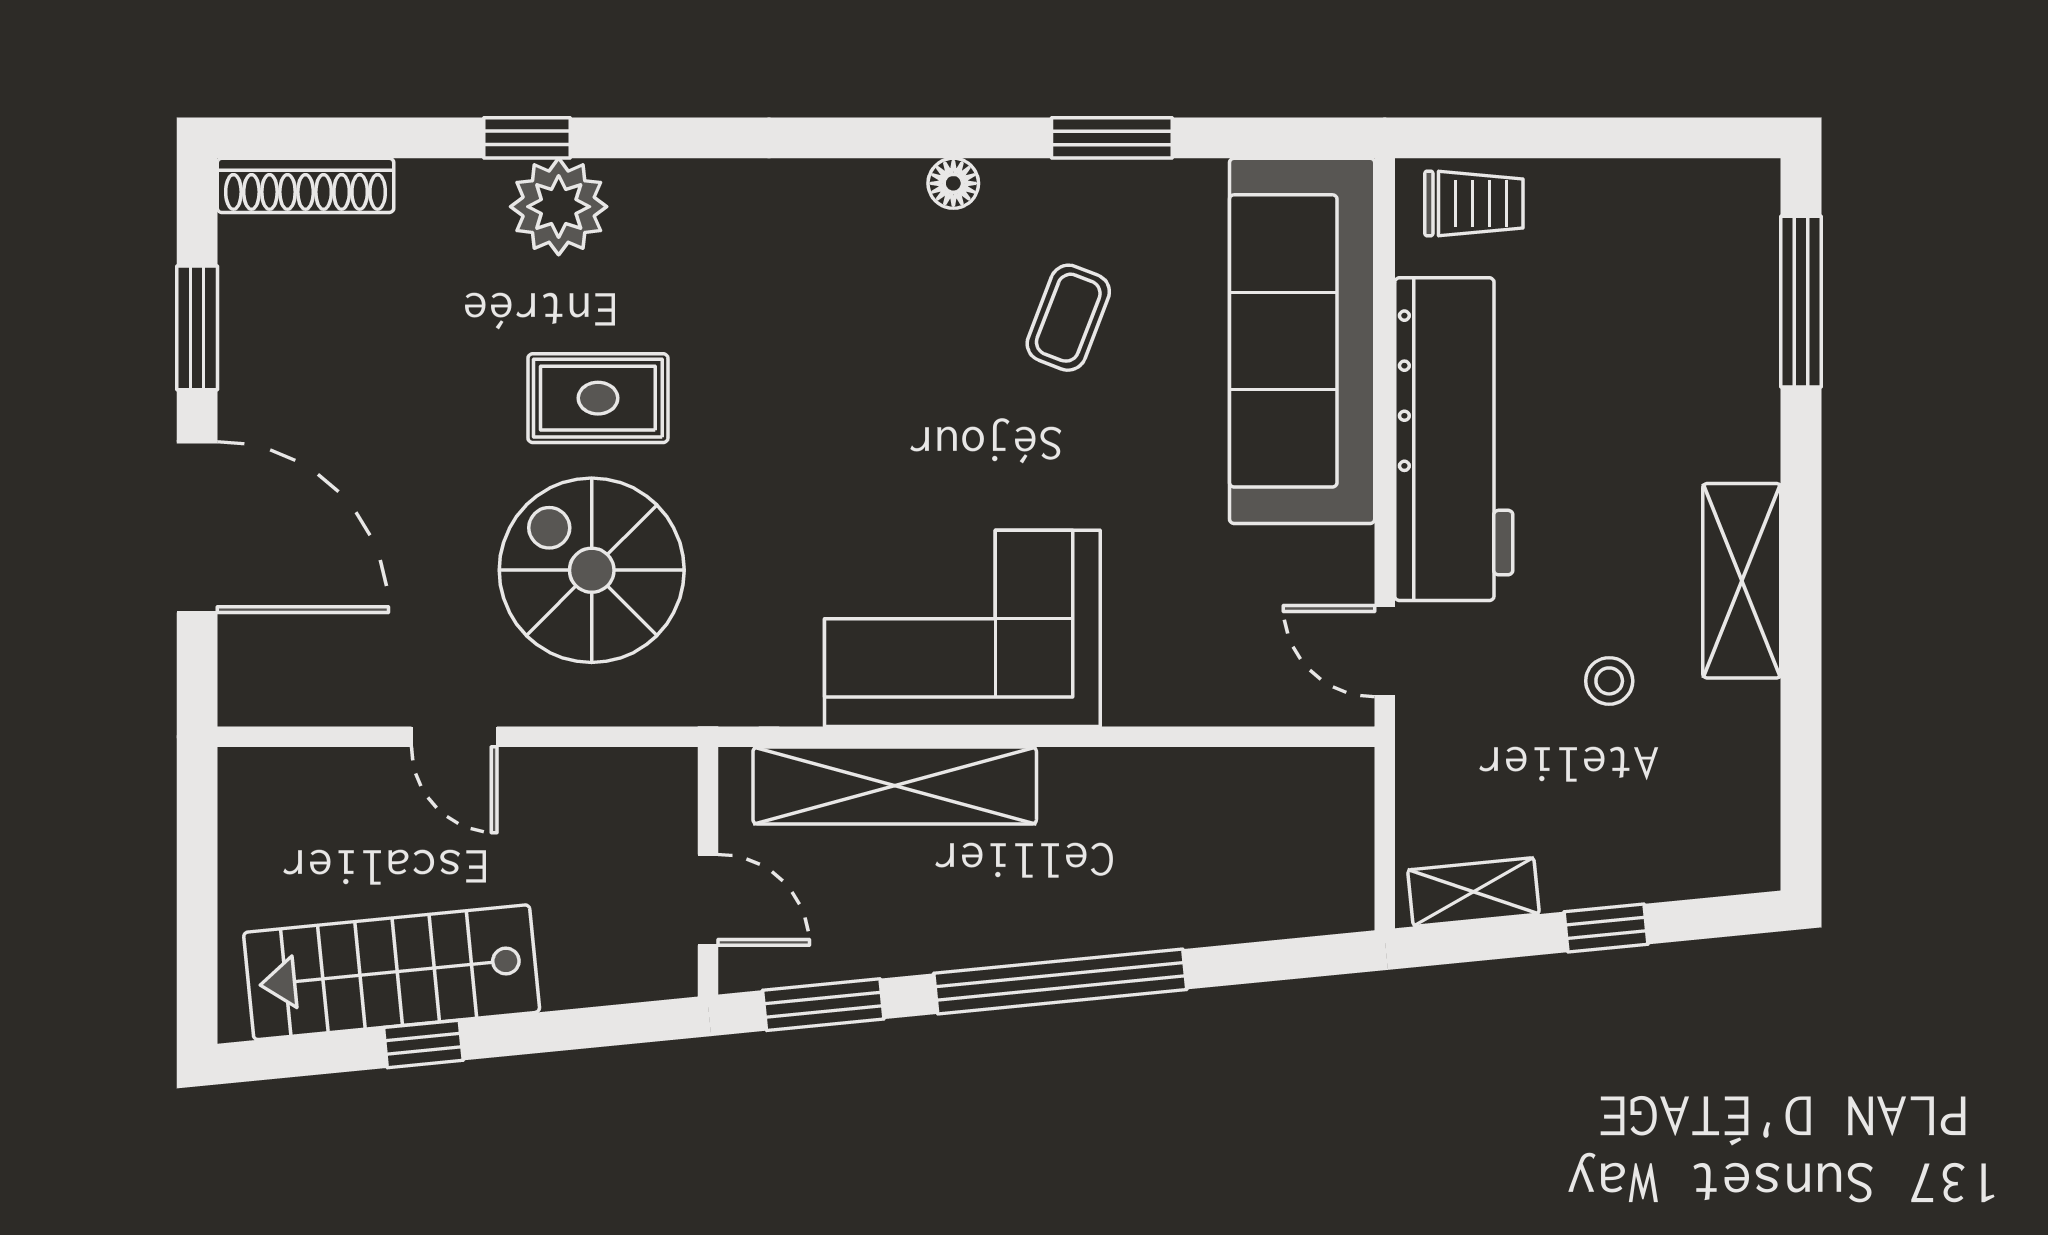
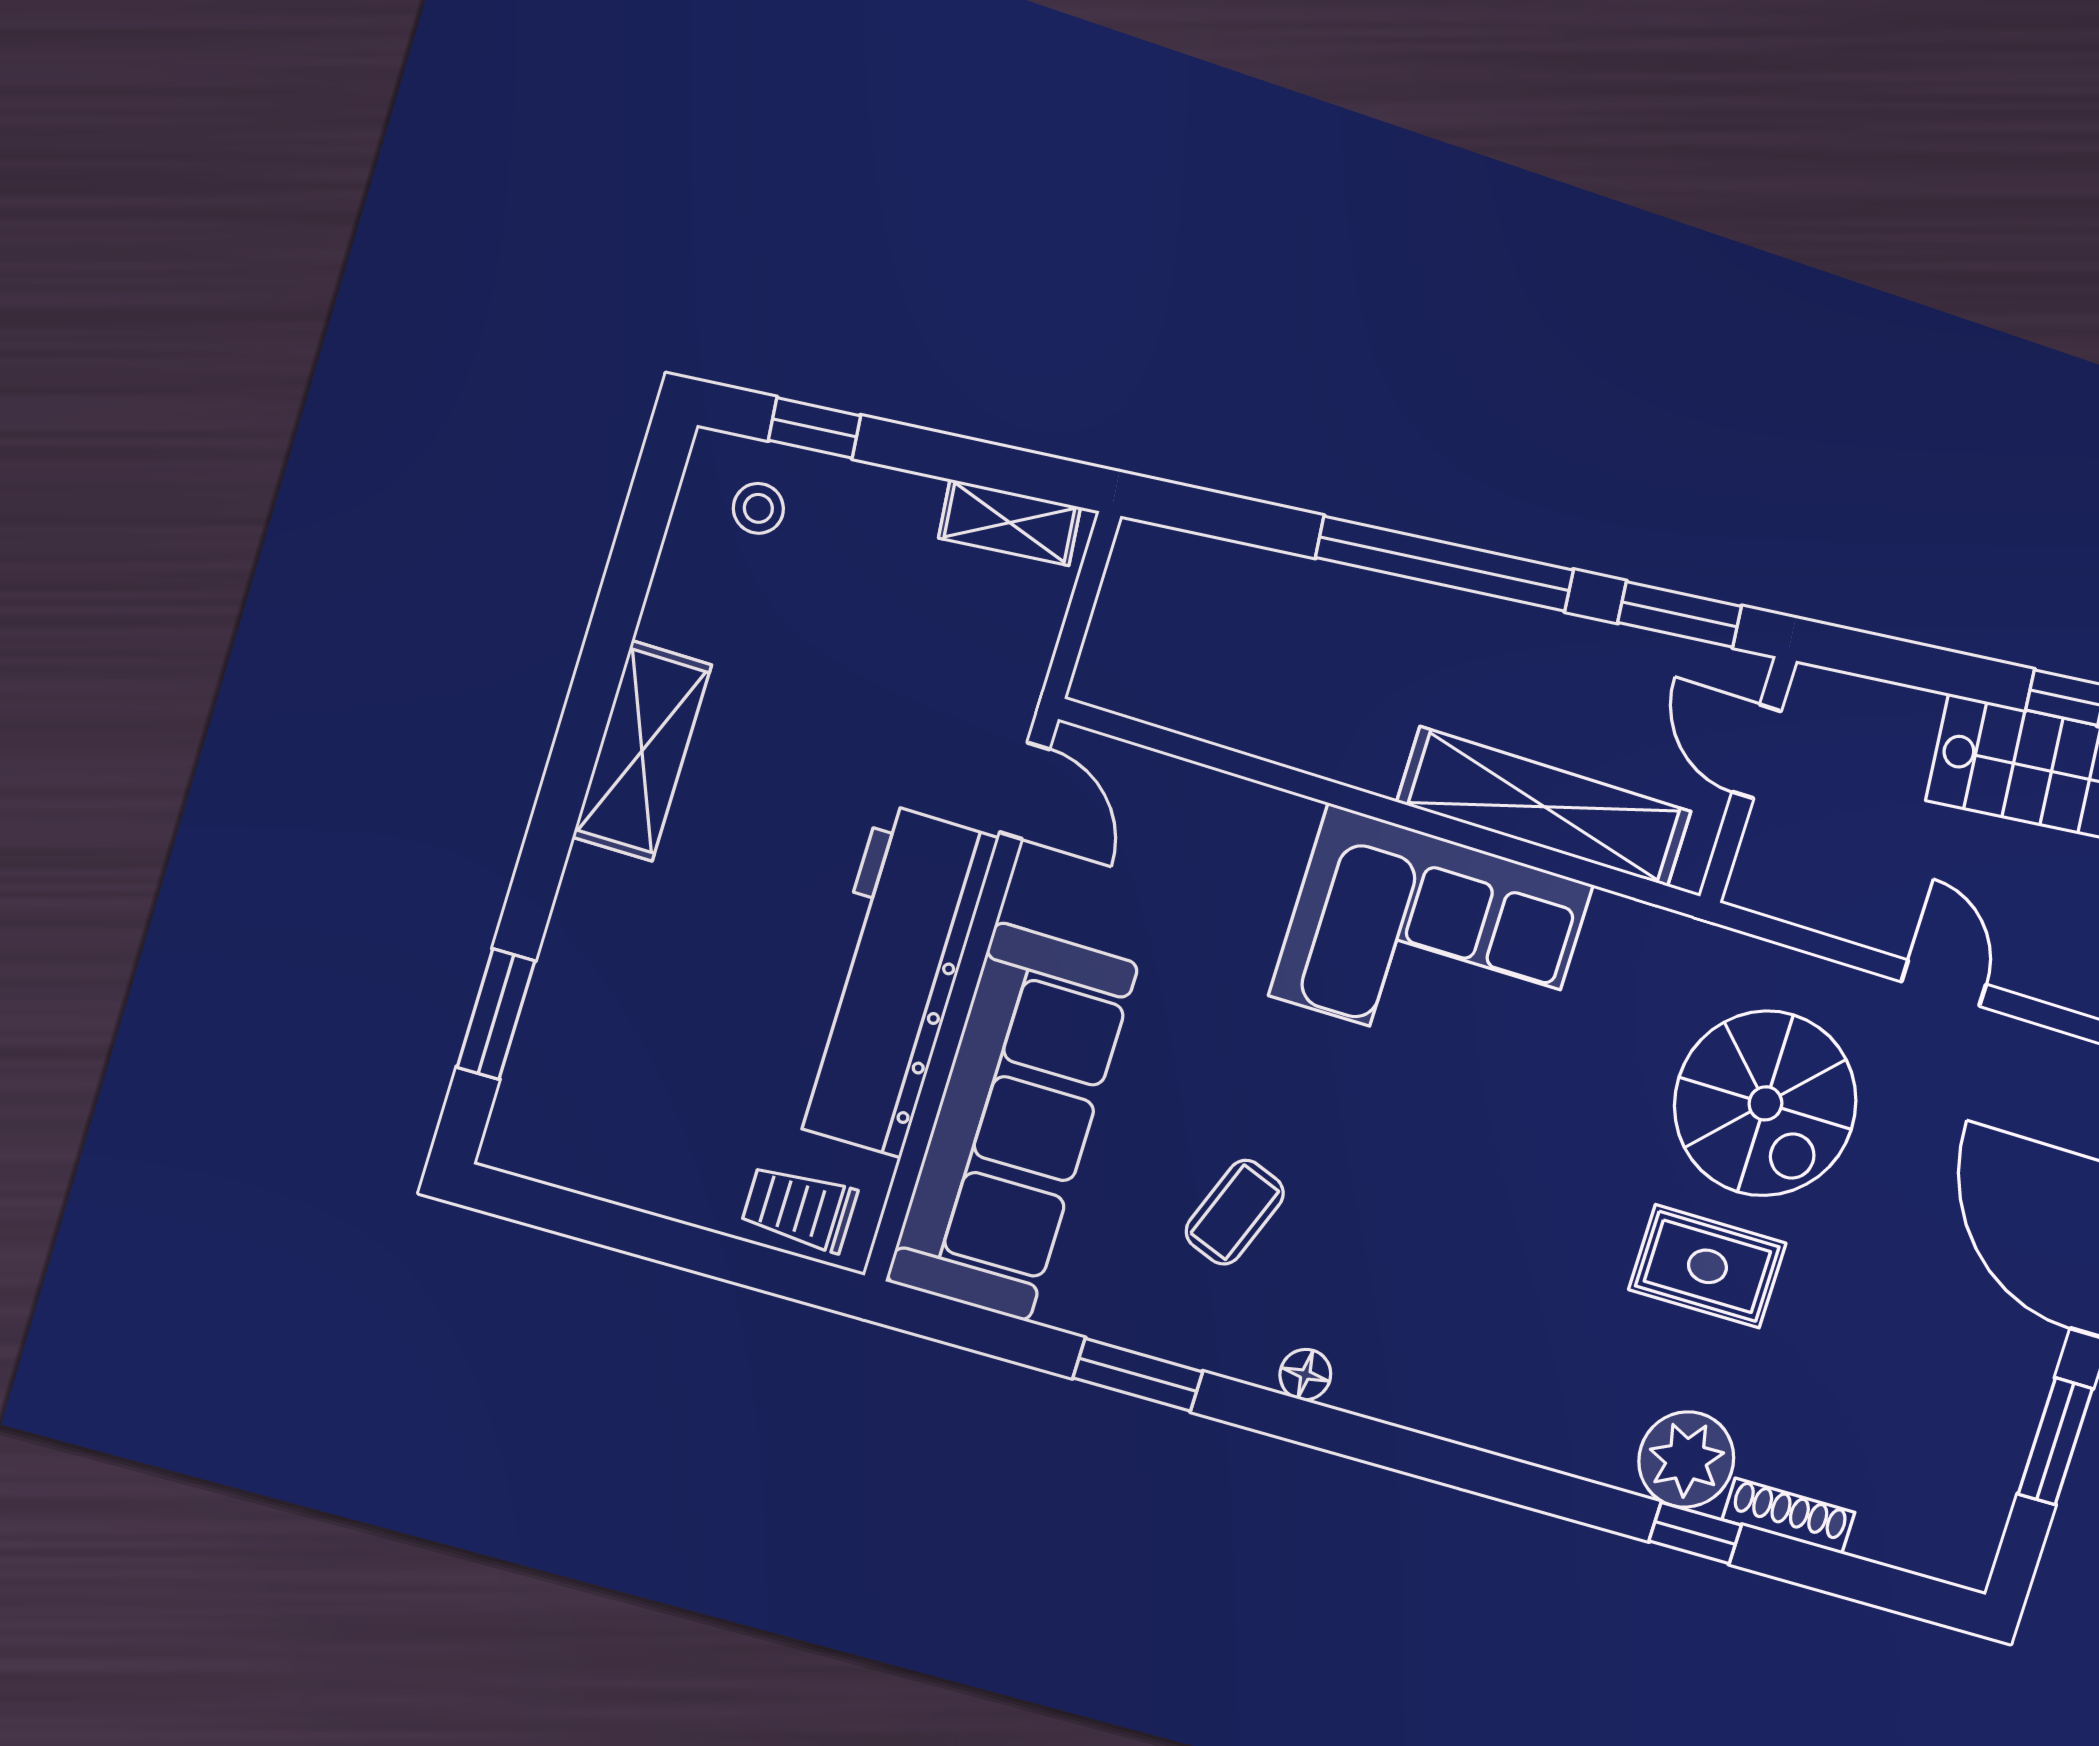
shoe rack: (306, 185) -> (1789, 1516), moved, width x0.74, depth x0.81
window: (1801, 302) -> (496, 1014), width x0.69
stool: (1609, 681) -> (758, 508), moved
window: (1606, 928) -> (815, 428), moved

